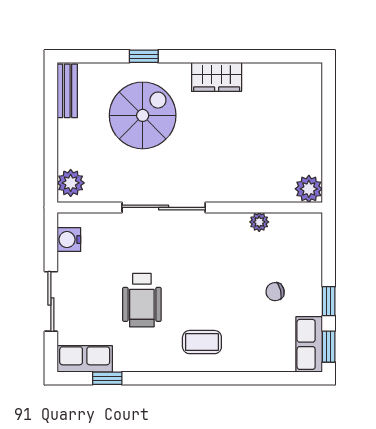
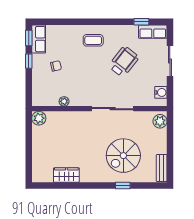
wardrobe: (217, 77) -> (66, 175), moved
wheelchair: (142, 300) -> (124, 62), turned 38

